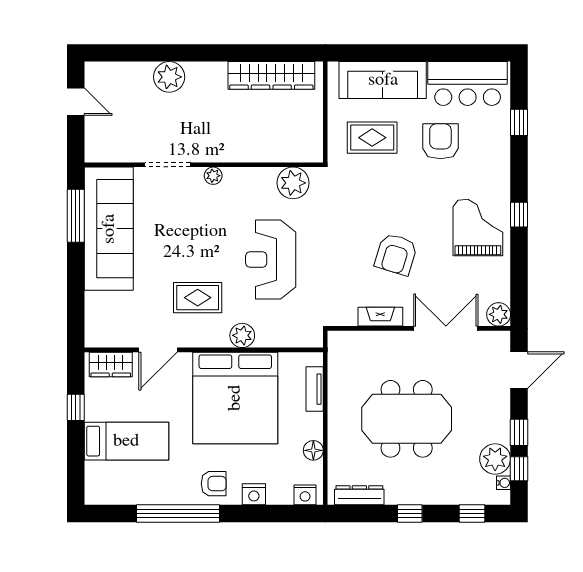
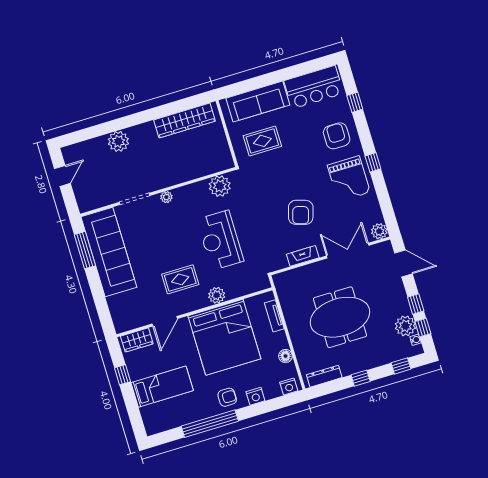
door: (76, 102) -> (62, 176), hinge flipped
armchair: (440, 141) -> (337, 136), moved
grand piano: (478, 227) -> (349, 179), turned 180
door: (519, 370) -> (404, 263), hinge flipped

